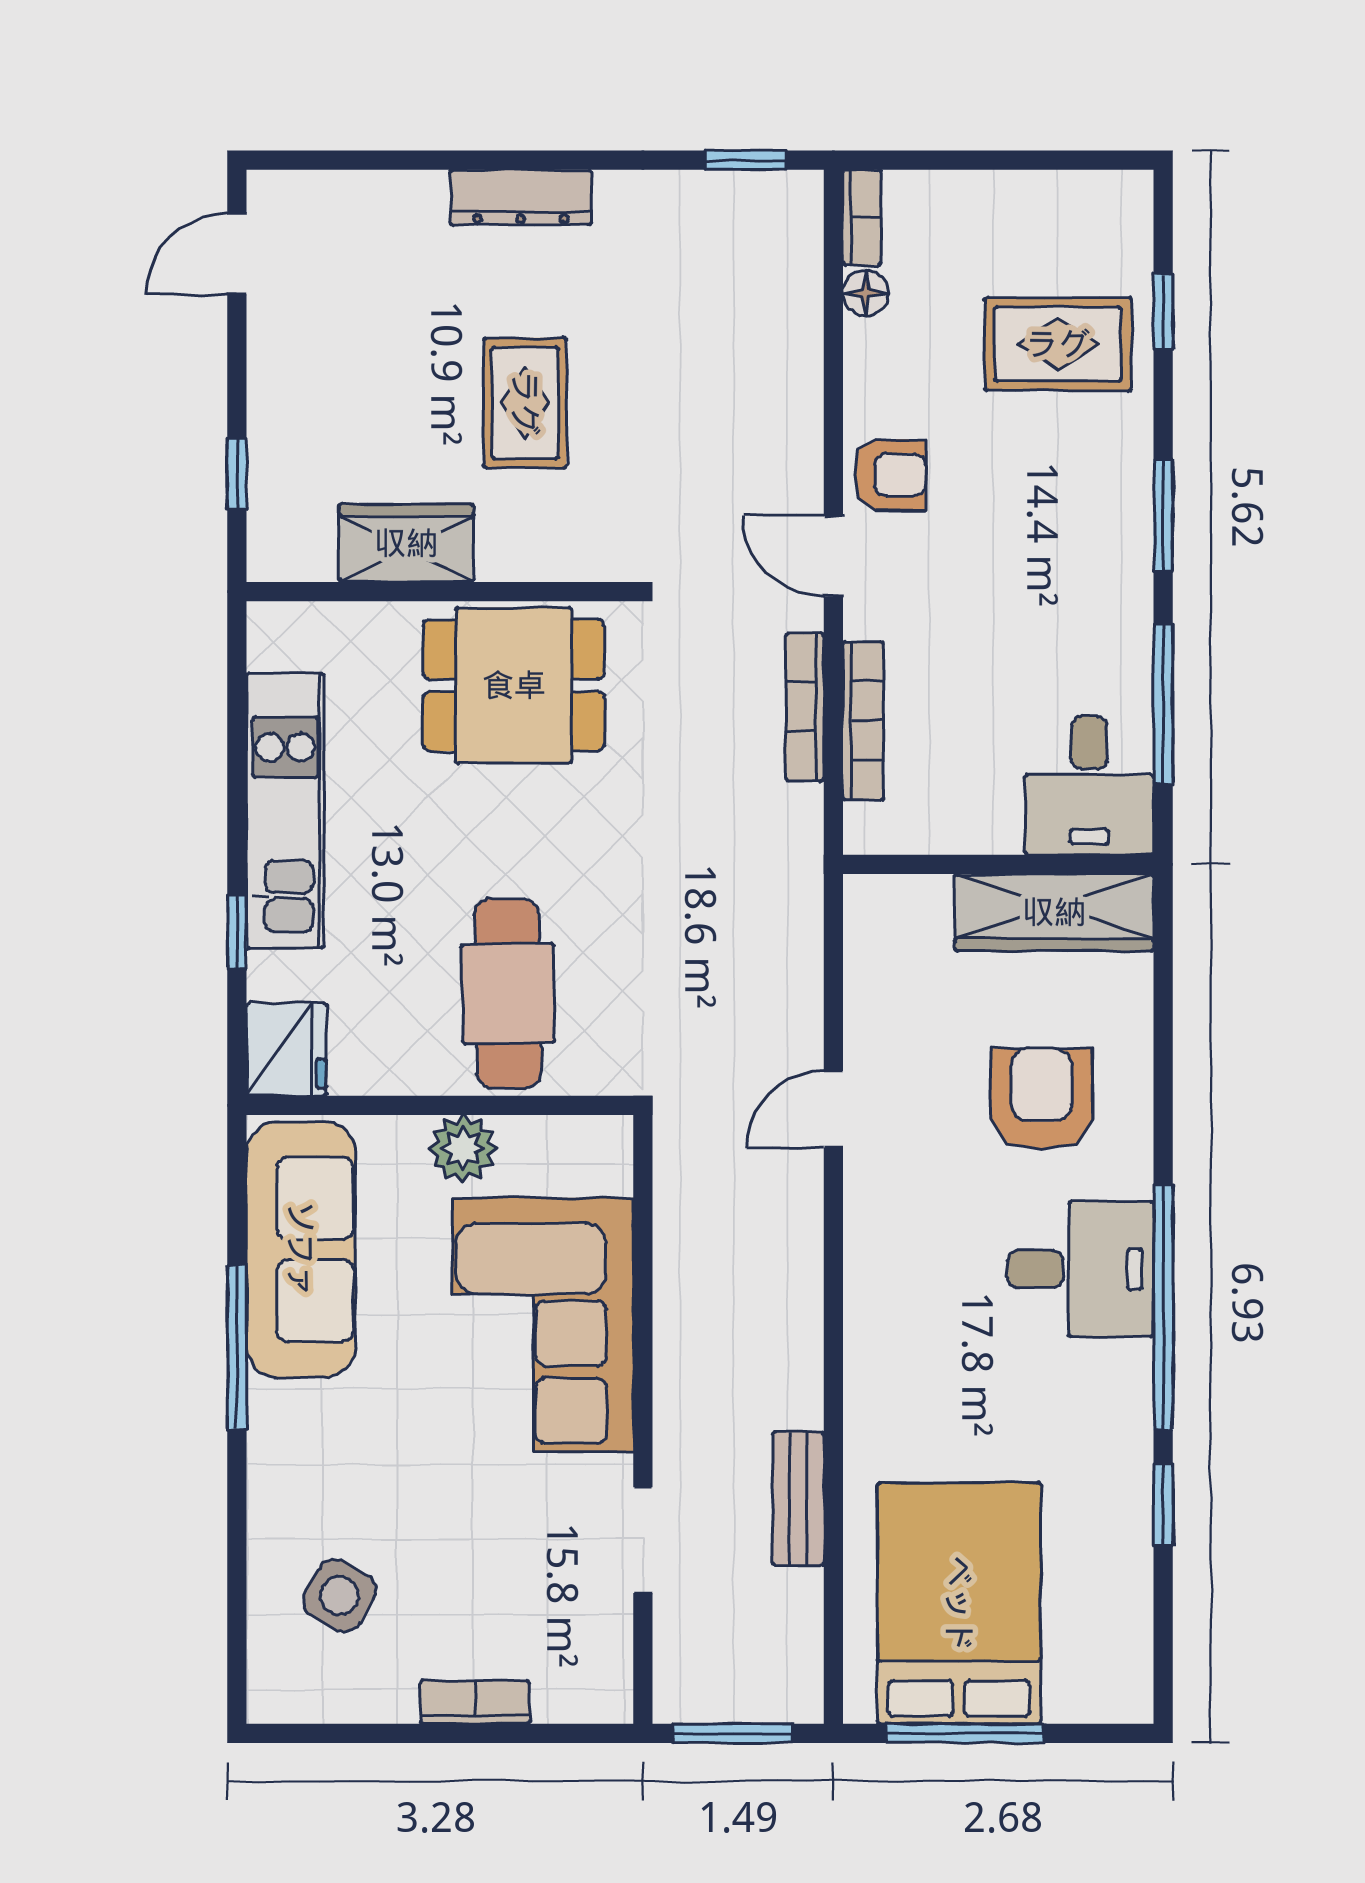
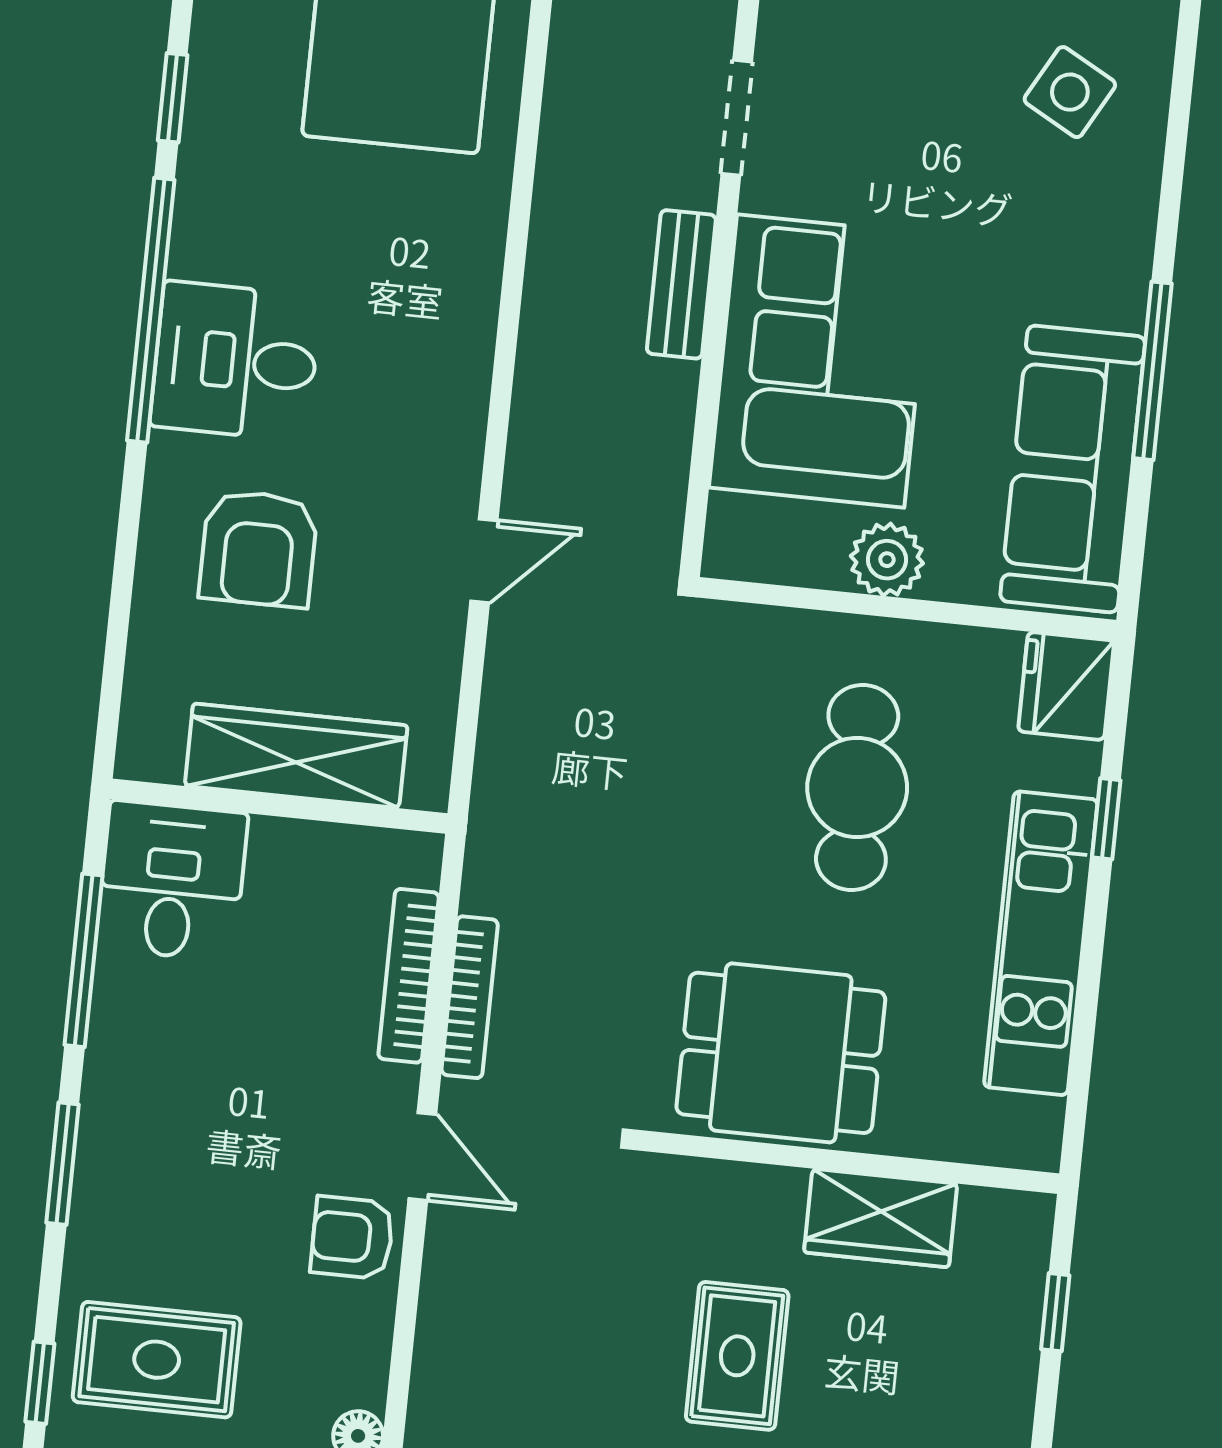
wardrobe: (1054, 912) -> (296, 756), moved
cafe table: (508, 993) -> (857, 788), moved
bench: (798, 1499) -> (681, 284), moved

